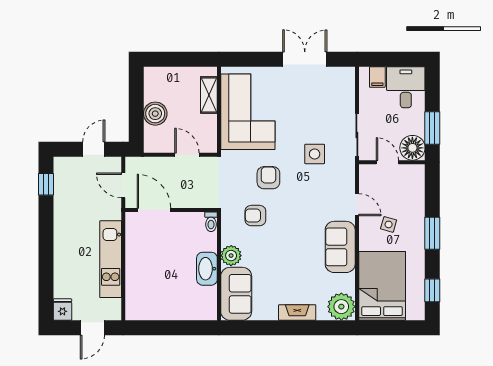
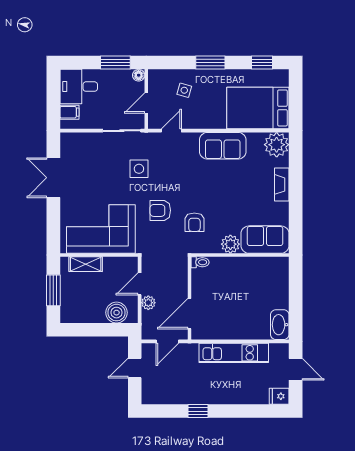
window: (180, 59) -> (53, 290), added
boiler: (155, 114) -> (117, 313), moved
floor lamp: (412, 148) -> (139, 75), width x0.53, depth x0.53
door: (94, 149) -> (135, 368), hinge flipped
plant: (166, 164) -> (148, 303), added
window: (46, 184) -> (198, 411), moved
door: (357, 205) -> (171, 131), moved
side table: (389, 224) -> (184, 90), moved
washbasin: (207, 269) -> (280, 325), moved, turned 90

